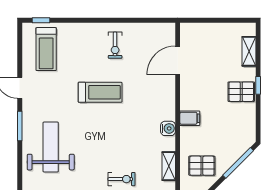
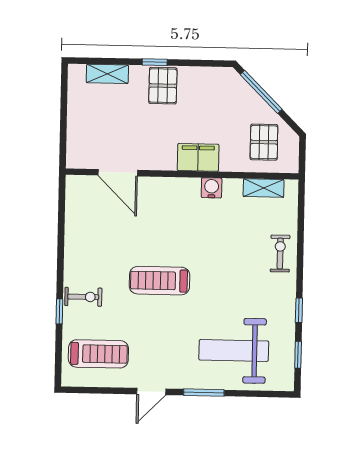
window: (41, 20) -> (59, 311), moved
exercise bike: (115, 45) -> (83, 297), moved
treadmill: (100, 92) -> (160, 281), turned -90
filing cabinet: (190, 118) -> (198, 157), width x2.00

